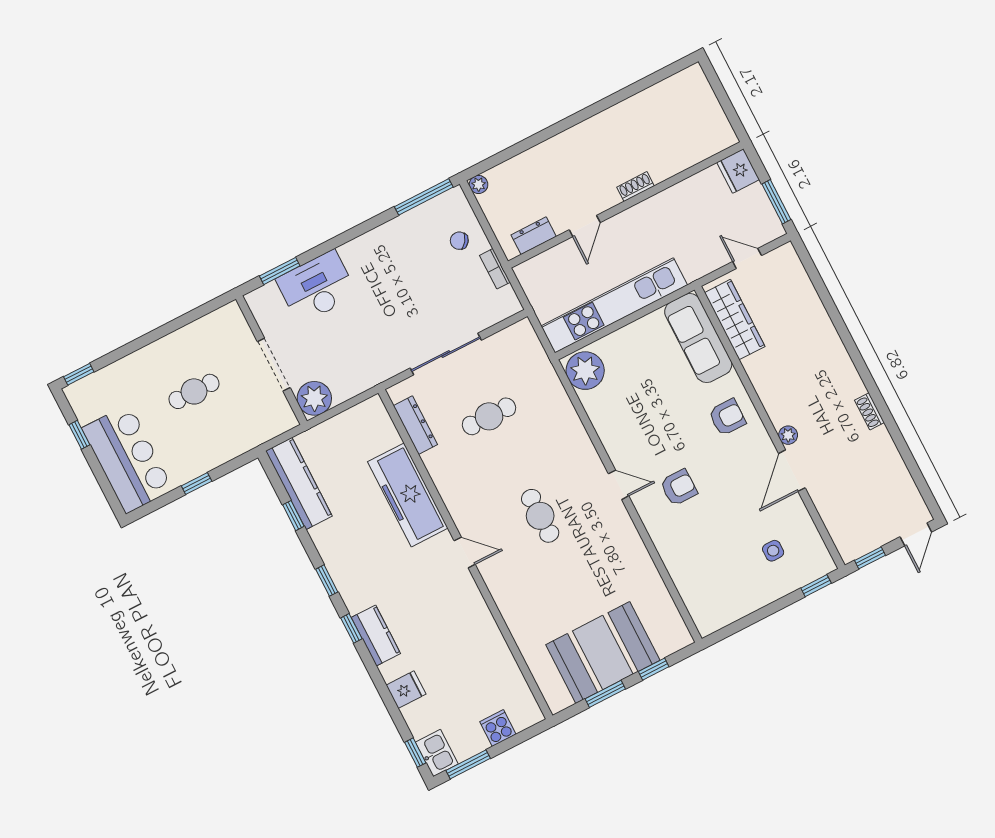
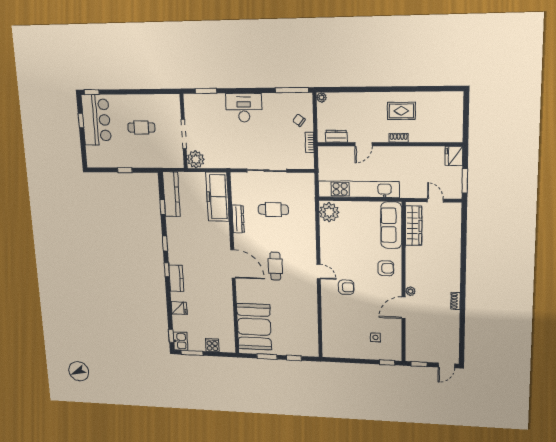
rug: (618, 141) -> (401, 111), added
desk: (317, 287) -> (244, 108), moved
dresser: (415, 425) -> (238, 219), moved
bar counter: (128, 459) -> (96, 120), moved
freezer: (408, 495) -> (217, 197), moved
door: (465, 553) -> (233, 264), width x1.87
booth: (603, 653) -> (254, 327), moved, turned 90

